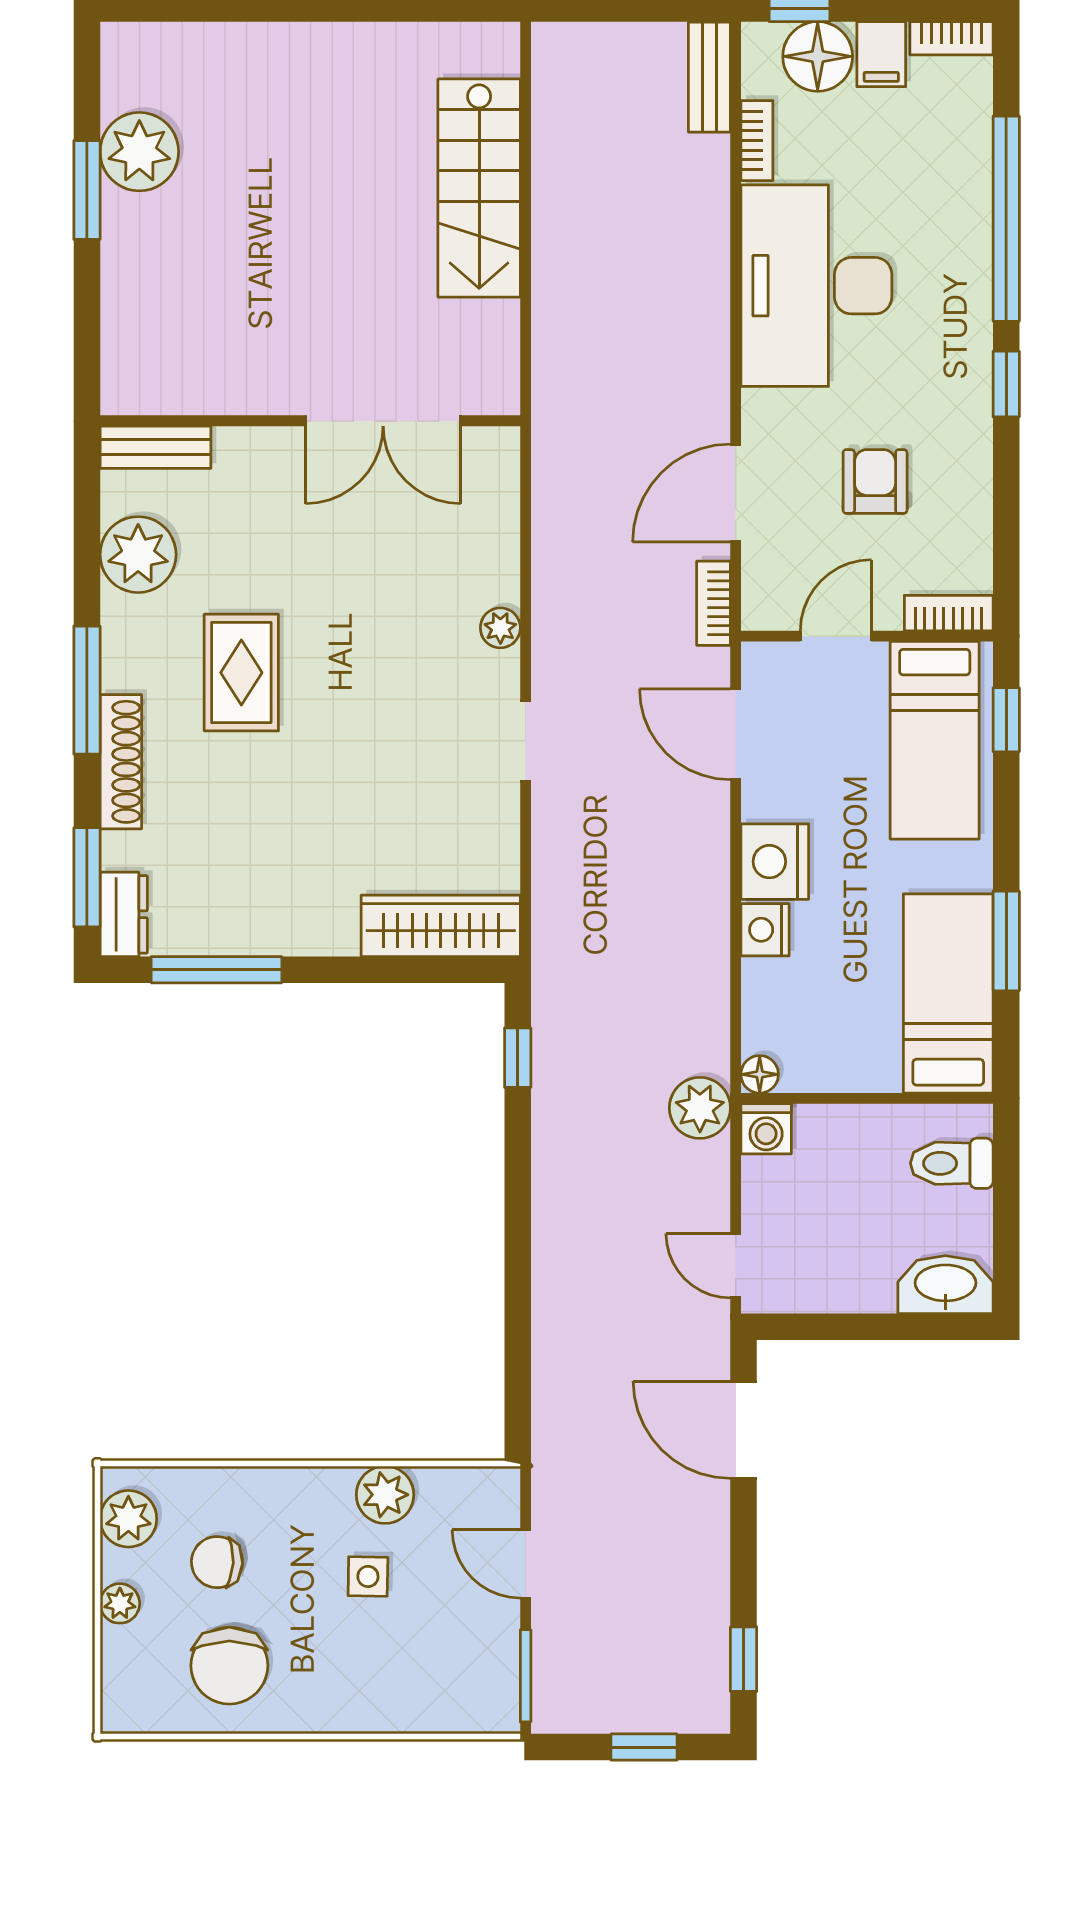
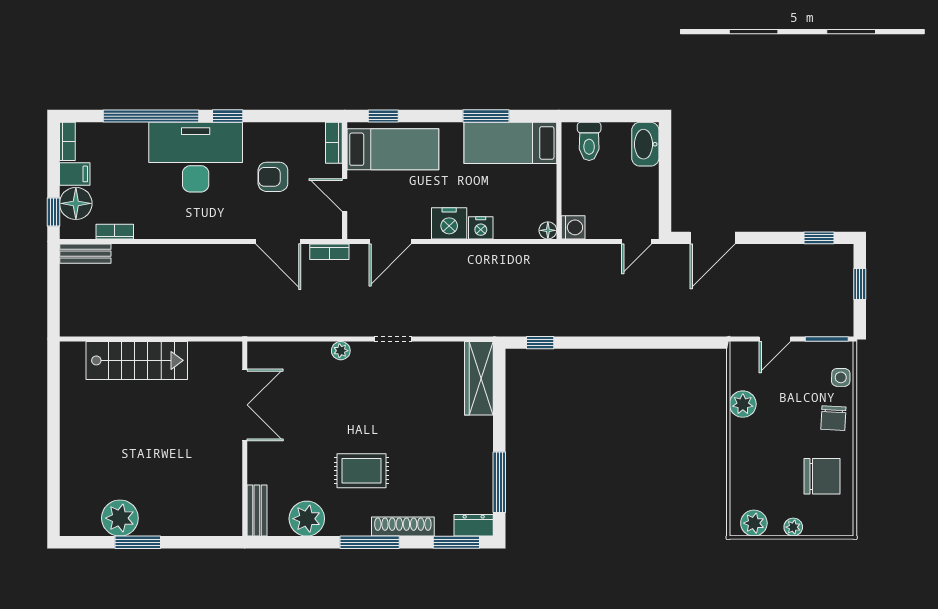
desk: (816, 286) -> (196, 157), moved, turned 180
plant: (700, 1108) -> (563, 258), removed
chair: (217, 1562) -> (833, 418), moved
side table: (368, 1576) -> (841, 377), moved

